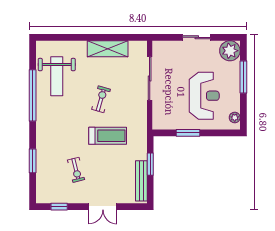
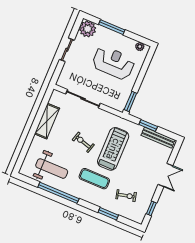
exercise mat: (65, 129) -> (94, 179), added
window: (188, 133) -> (130, 101), moved
treadmill: (108, 136) -> (113, 149), width x1.37, depth x1.38
exercise bike: (76, 170) -> (126, 196), moved

